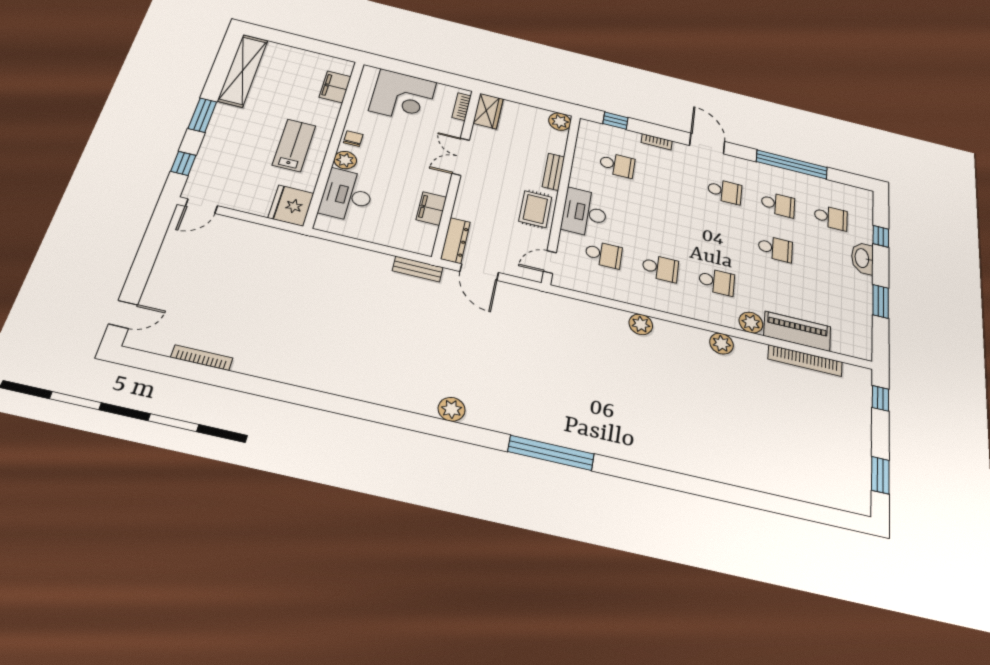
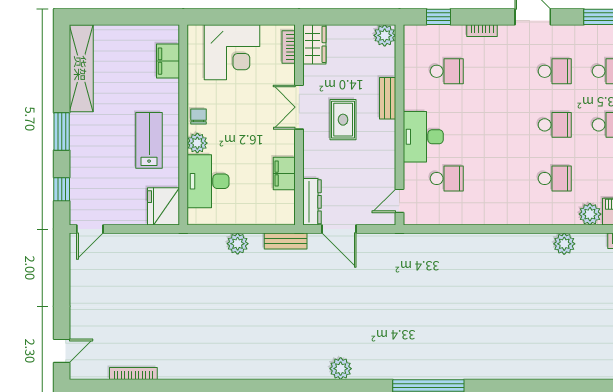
rug: (535, 209) -> (343, 120), moved
school desk: (660, 268) -> (555, 125), moved
plant: (641, 324) -> (238, 244), moved

